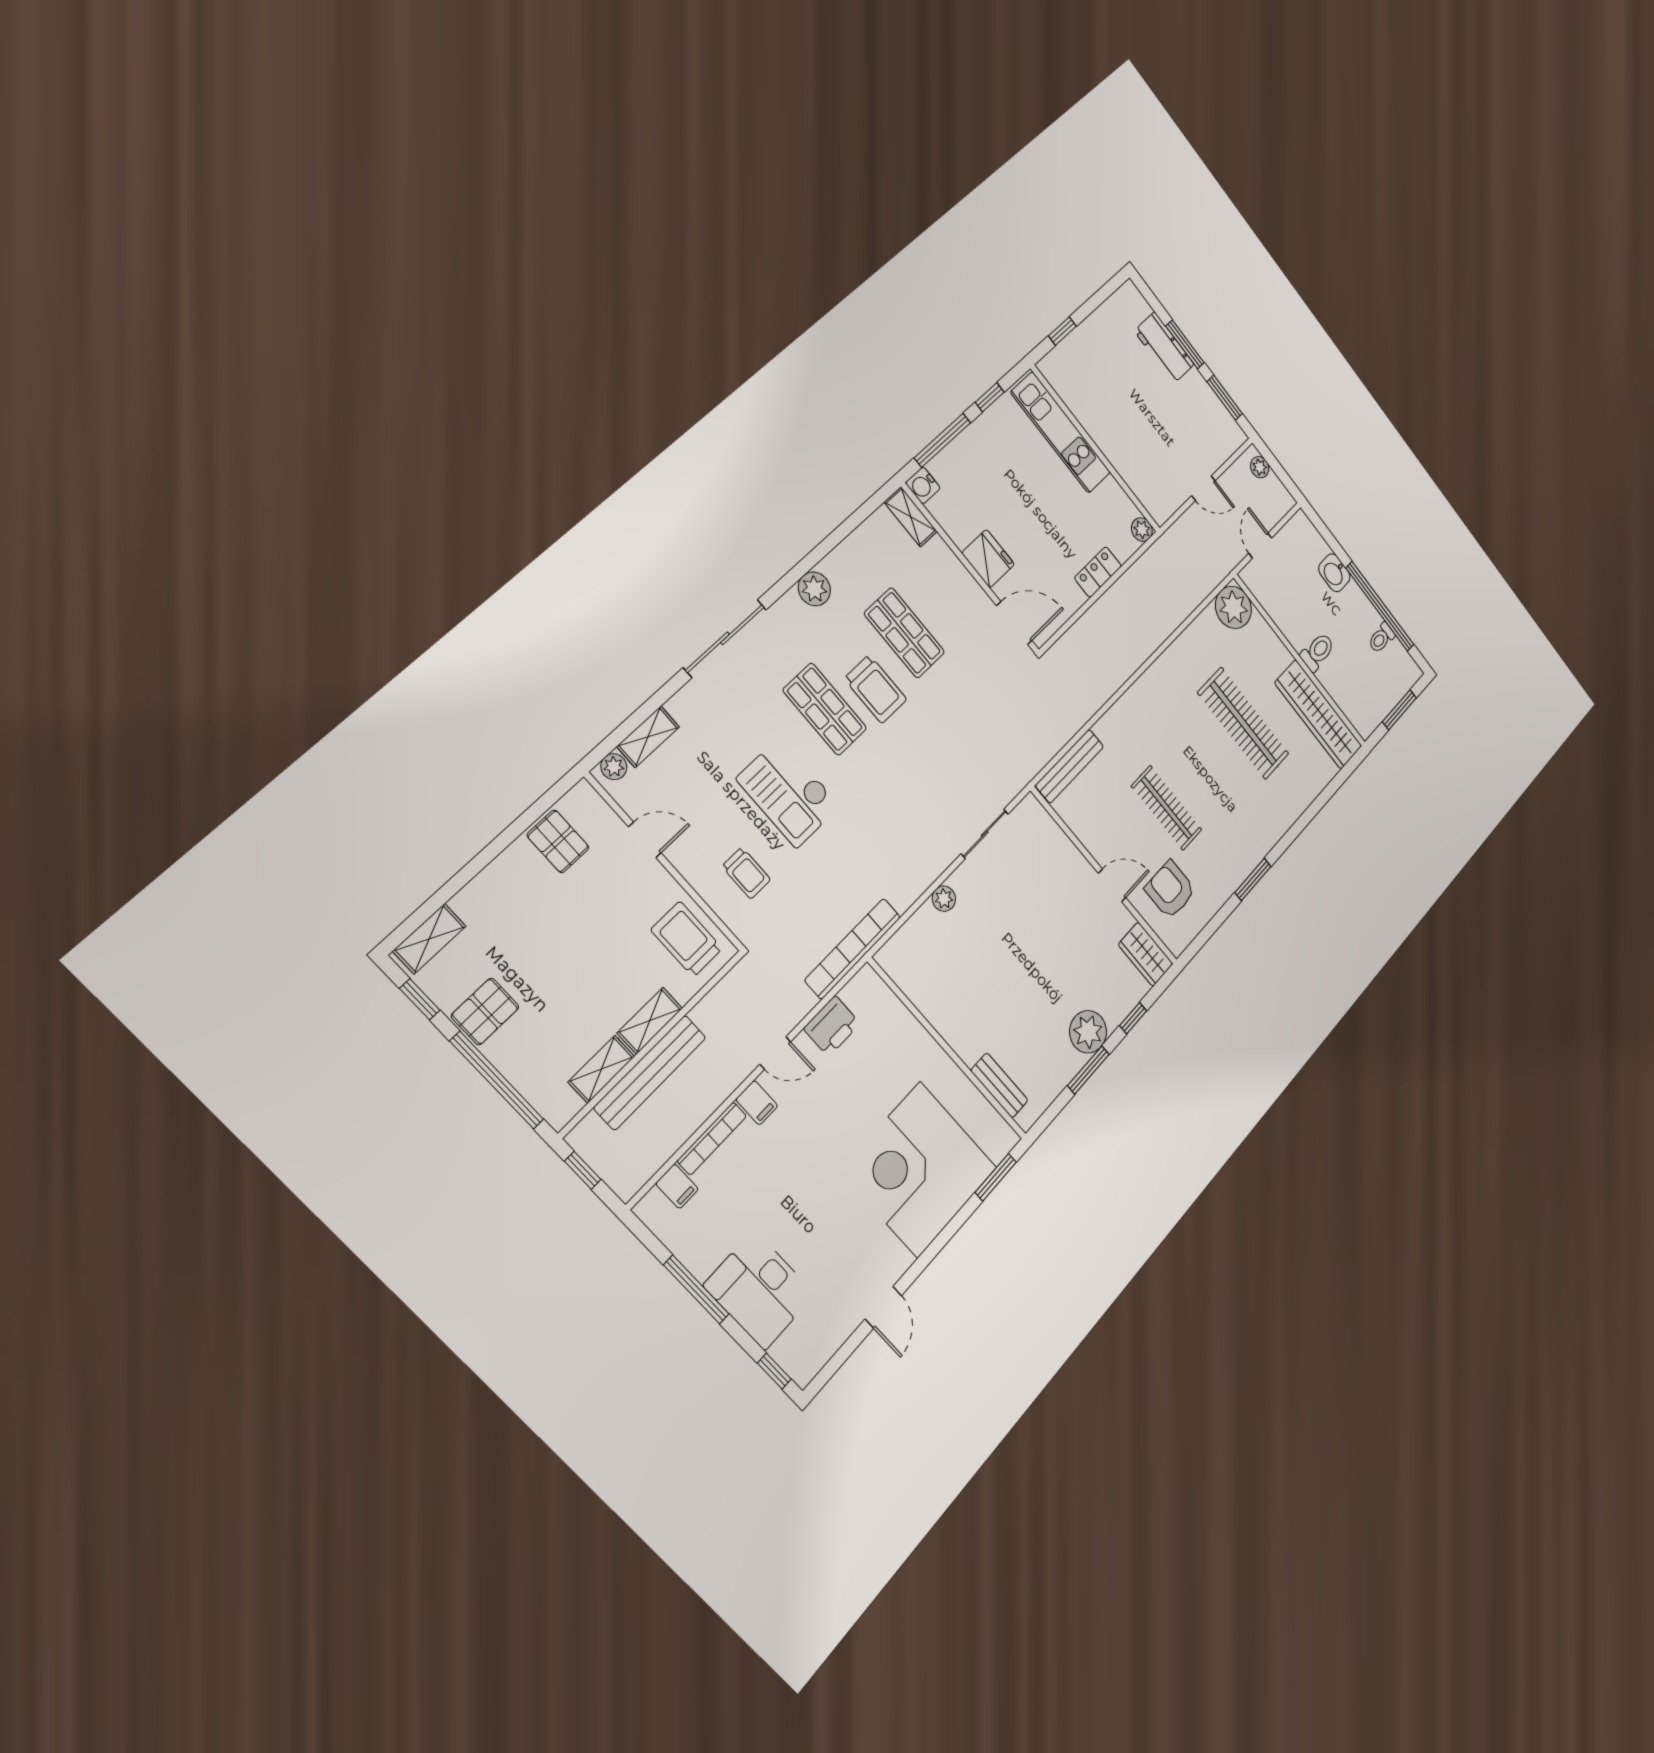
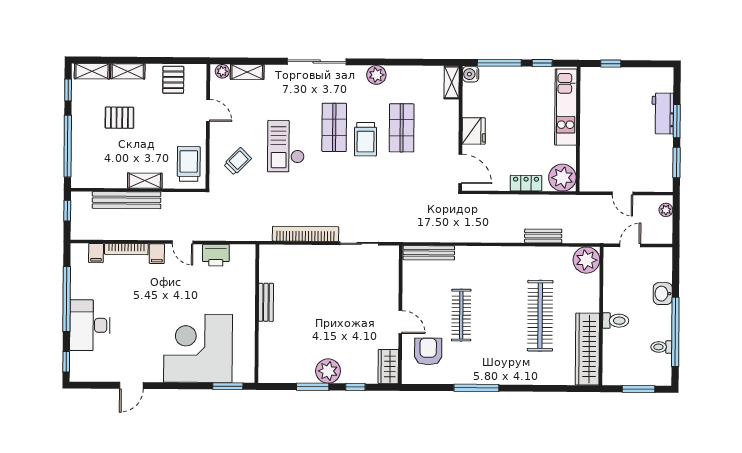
plant: (1142, 530) -> (562, 178), width x1.87, depth x1.87
bench: (1168, 622) -> (543, 236), added
trolley: (746, 873) -> (237, 161), turned -135
window: (1253, 879) -> (476, 388), width x1.44
plant: (944, 899) -> (314, 252), removed
bookcase: (853, 949) -> (305, 234), moved
pallet: (485, 1011) -> (119, 118), moved
shelving: (601, 1069) -> (128, 71), moved
bench: (999, 1085) -> (266, 302), moved
window: (696, 1289) -> (67, 299), width x1.46

